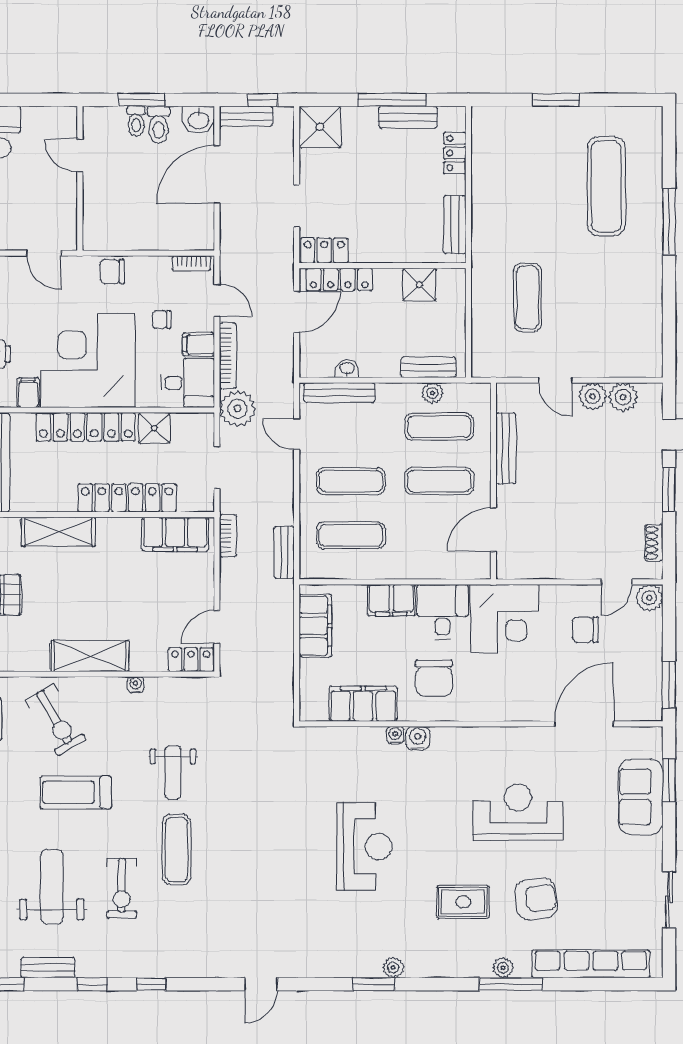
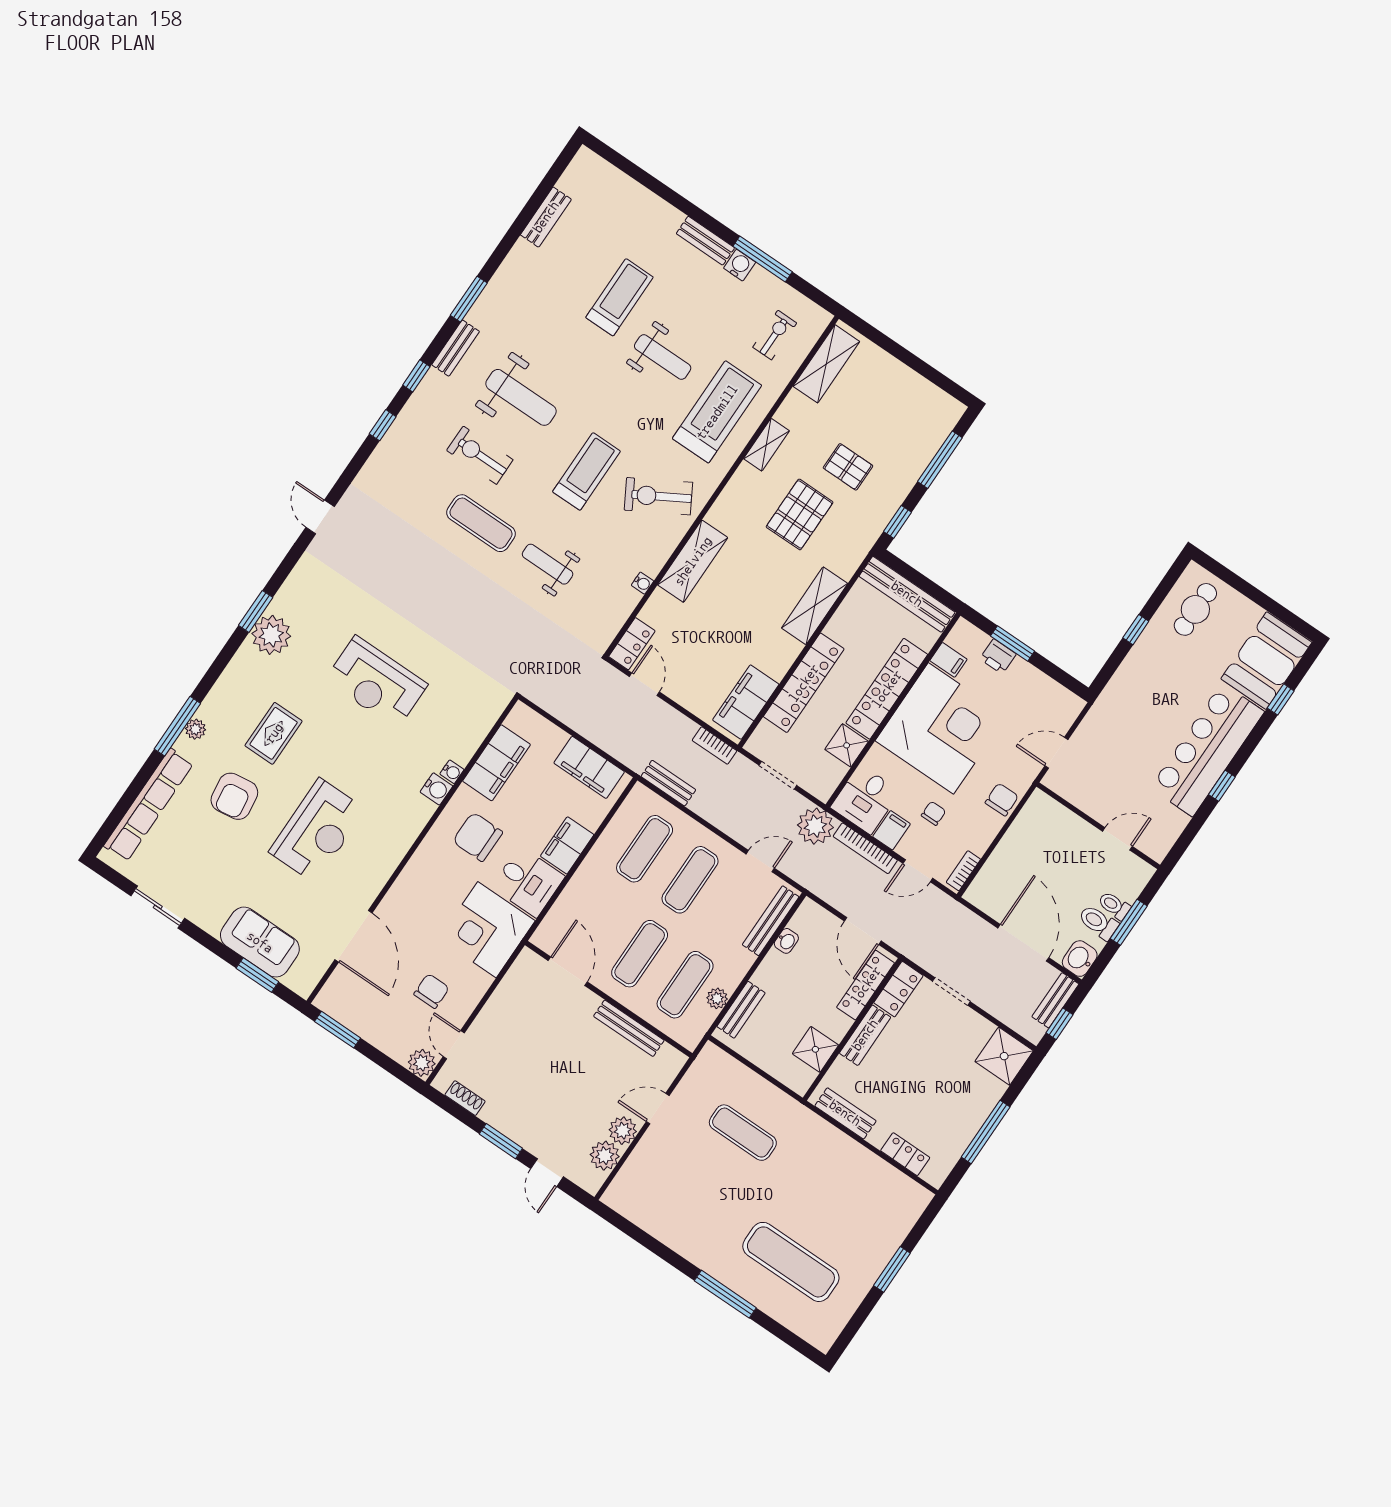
bench: (408, 117) -> (865, 1035), moved
plant: (393, 968) -> (271, 635), width x1.88, depth x1.88

